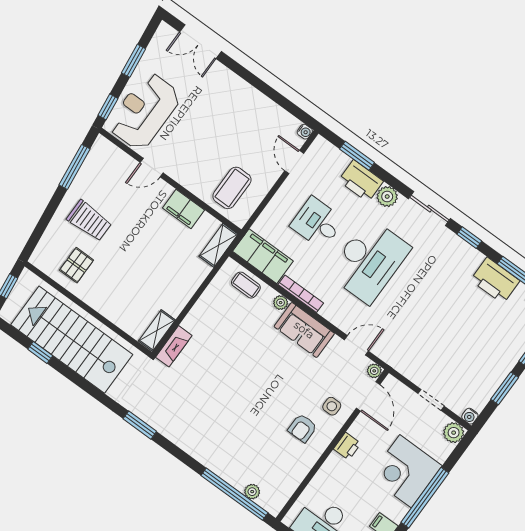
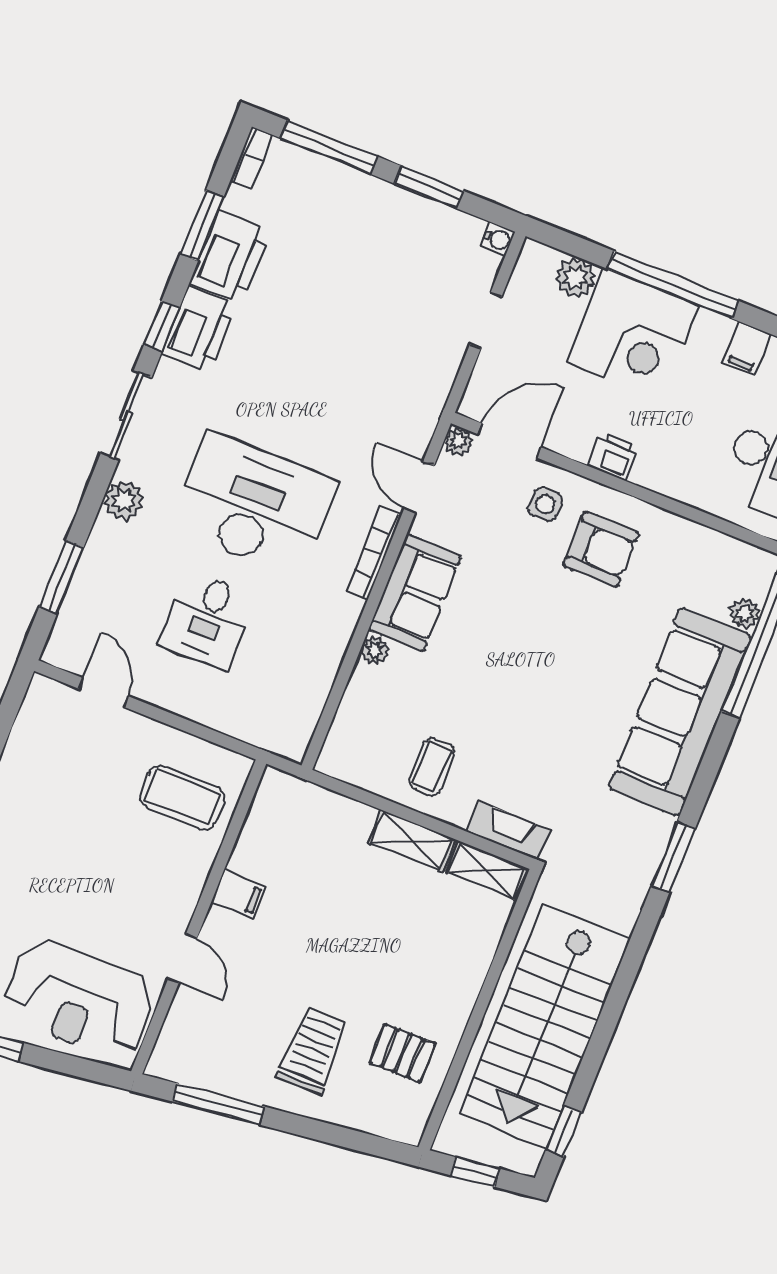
window: (108, 107) -> (89, 1070), removed
water cooler: (305, 132) -> (41, 687), removed
door: (294, 162) -> (103, 692), swing flipped
printer: (361, 181) -> (199, 329), moved
filing cabinet: (184, 209) -> (239, 894), width x0.50
shelving: (218, 245) -> (411, 841), moved
filing cabinet: (263, 256) -> (296, 706), removed
coffee table: (246, 285) -> (432, 767), moved
bookcase: (301, 294) -> (374, 553), moved
window: (40, 352) -> (564, 1131), moved
armchair: (302, 428) -> (601, 549), width x1.38, depth x1.38
plant: (454, 433) -> (575, 277), moved
sofa: (211, 447) -> (680, 712), added

